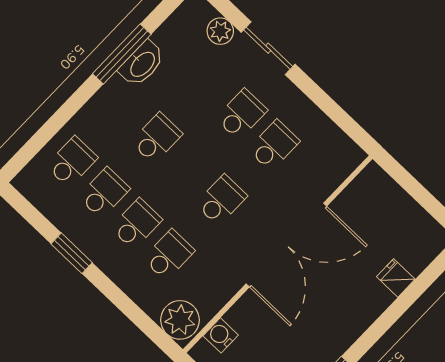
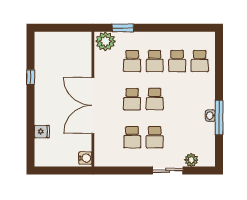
washbasin: (142, 64) -> (210, 116), width x0.52, depth x0.69
school desk: (157, 138) -> (155, 99), moved
window: (72, 253) -> (123, 28), moved
water cooler: (221, 335) -> (85, 158), moved

